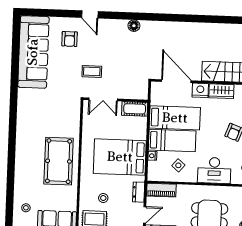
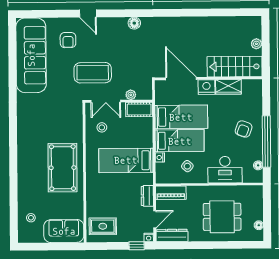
coffee table: (92, 71) -> (93, 73), width x1.86, depth x1.72
plant: (127, 94) -> (131, 95), added
bed: (120, 157) -> (126, 160), width x0.67
stool: (103, 198) -> (102, 127), moved

